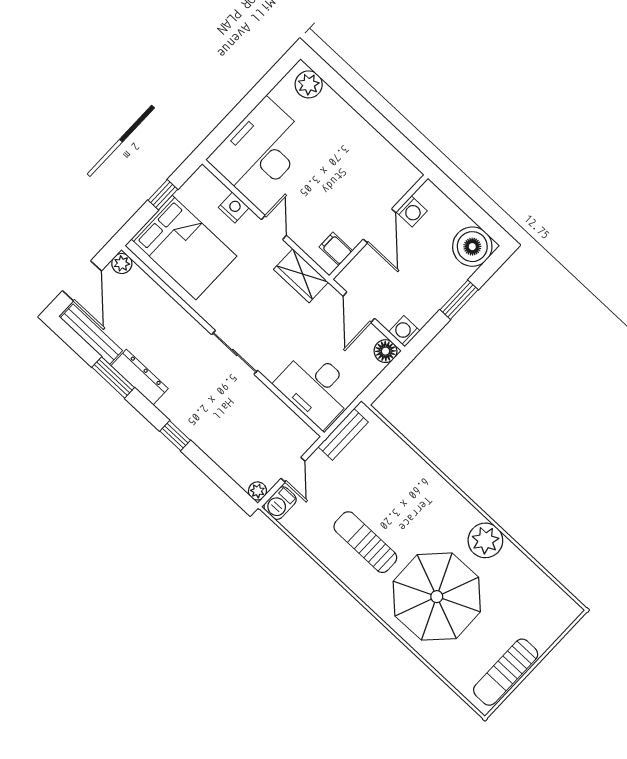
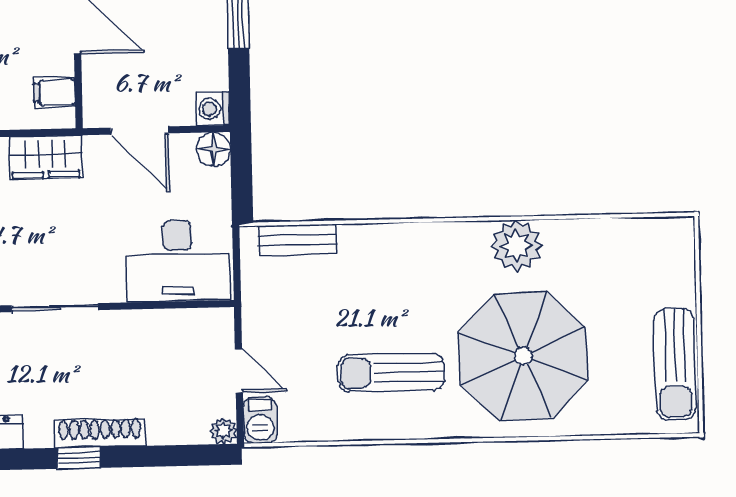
shoe rack: (197, 434) -> (100, 433), added
bench: (343, 434) -> (298, 240), moved, turned 90

